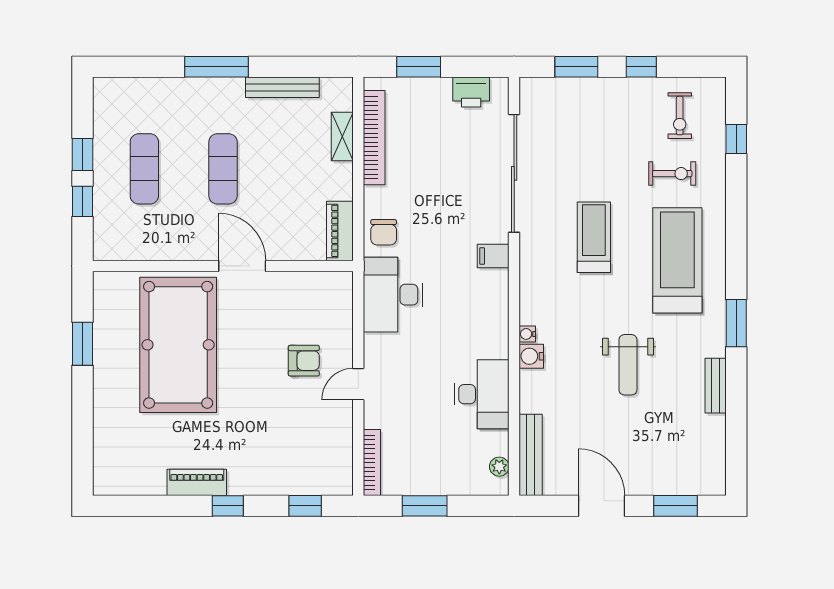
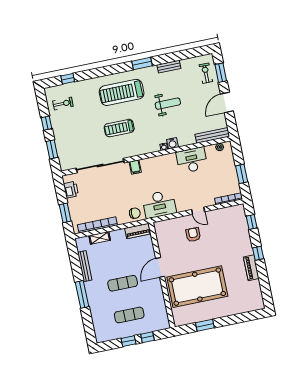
exercise bike: (672, 174) -> (206, 73), moved

